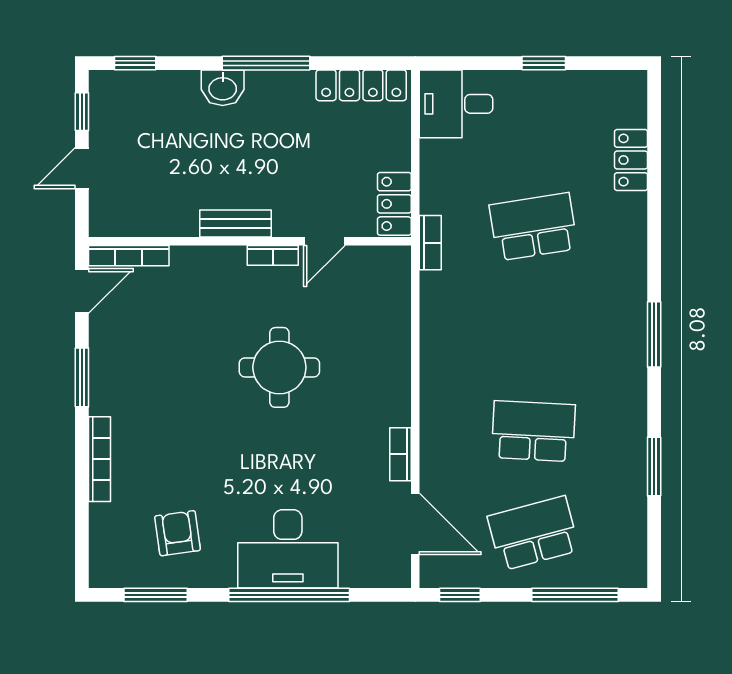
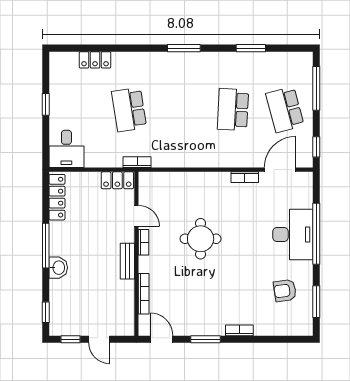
bookcase: (129, 256) -> (144, 294), moved
bookcase: (99, 459) -> (239, 330), width x0.64

